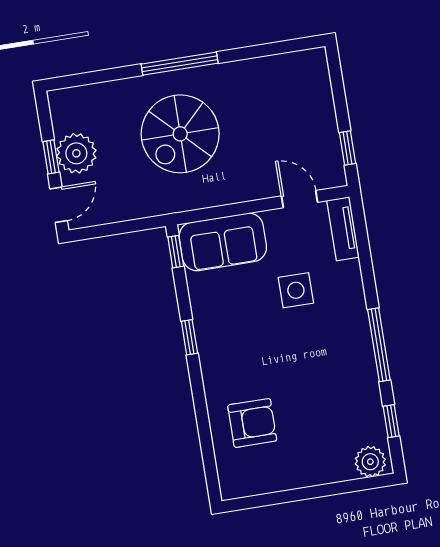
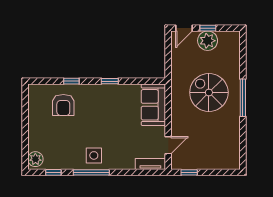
door: (59, 205) -> (184, 28), hinge flipped
window: (176, 252) -> (71, 81), moved
side table: (296, 290) -> (94, 155), moved

